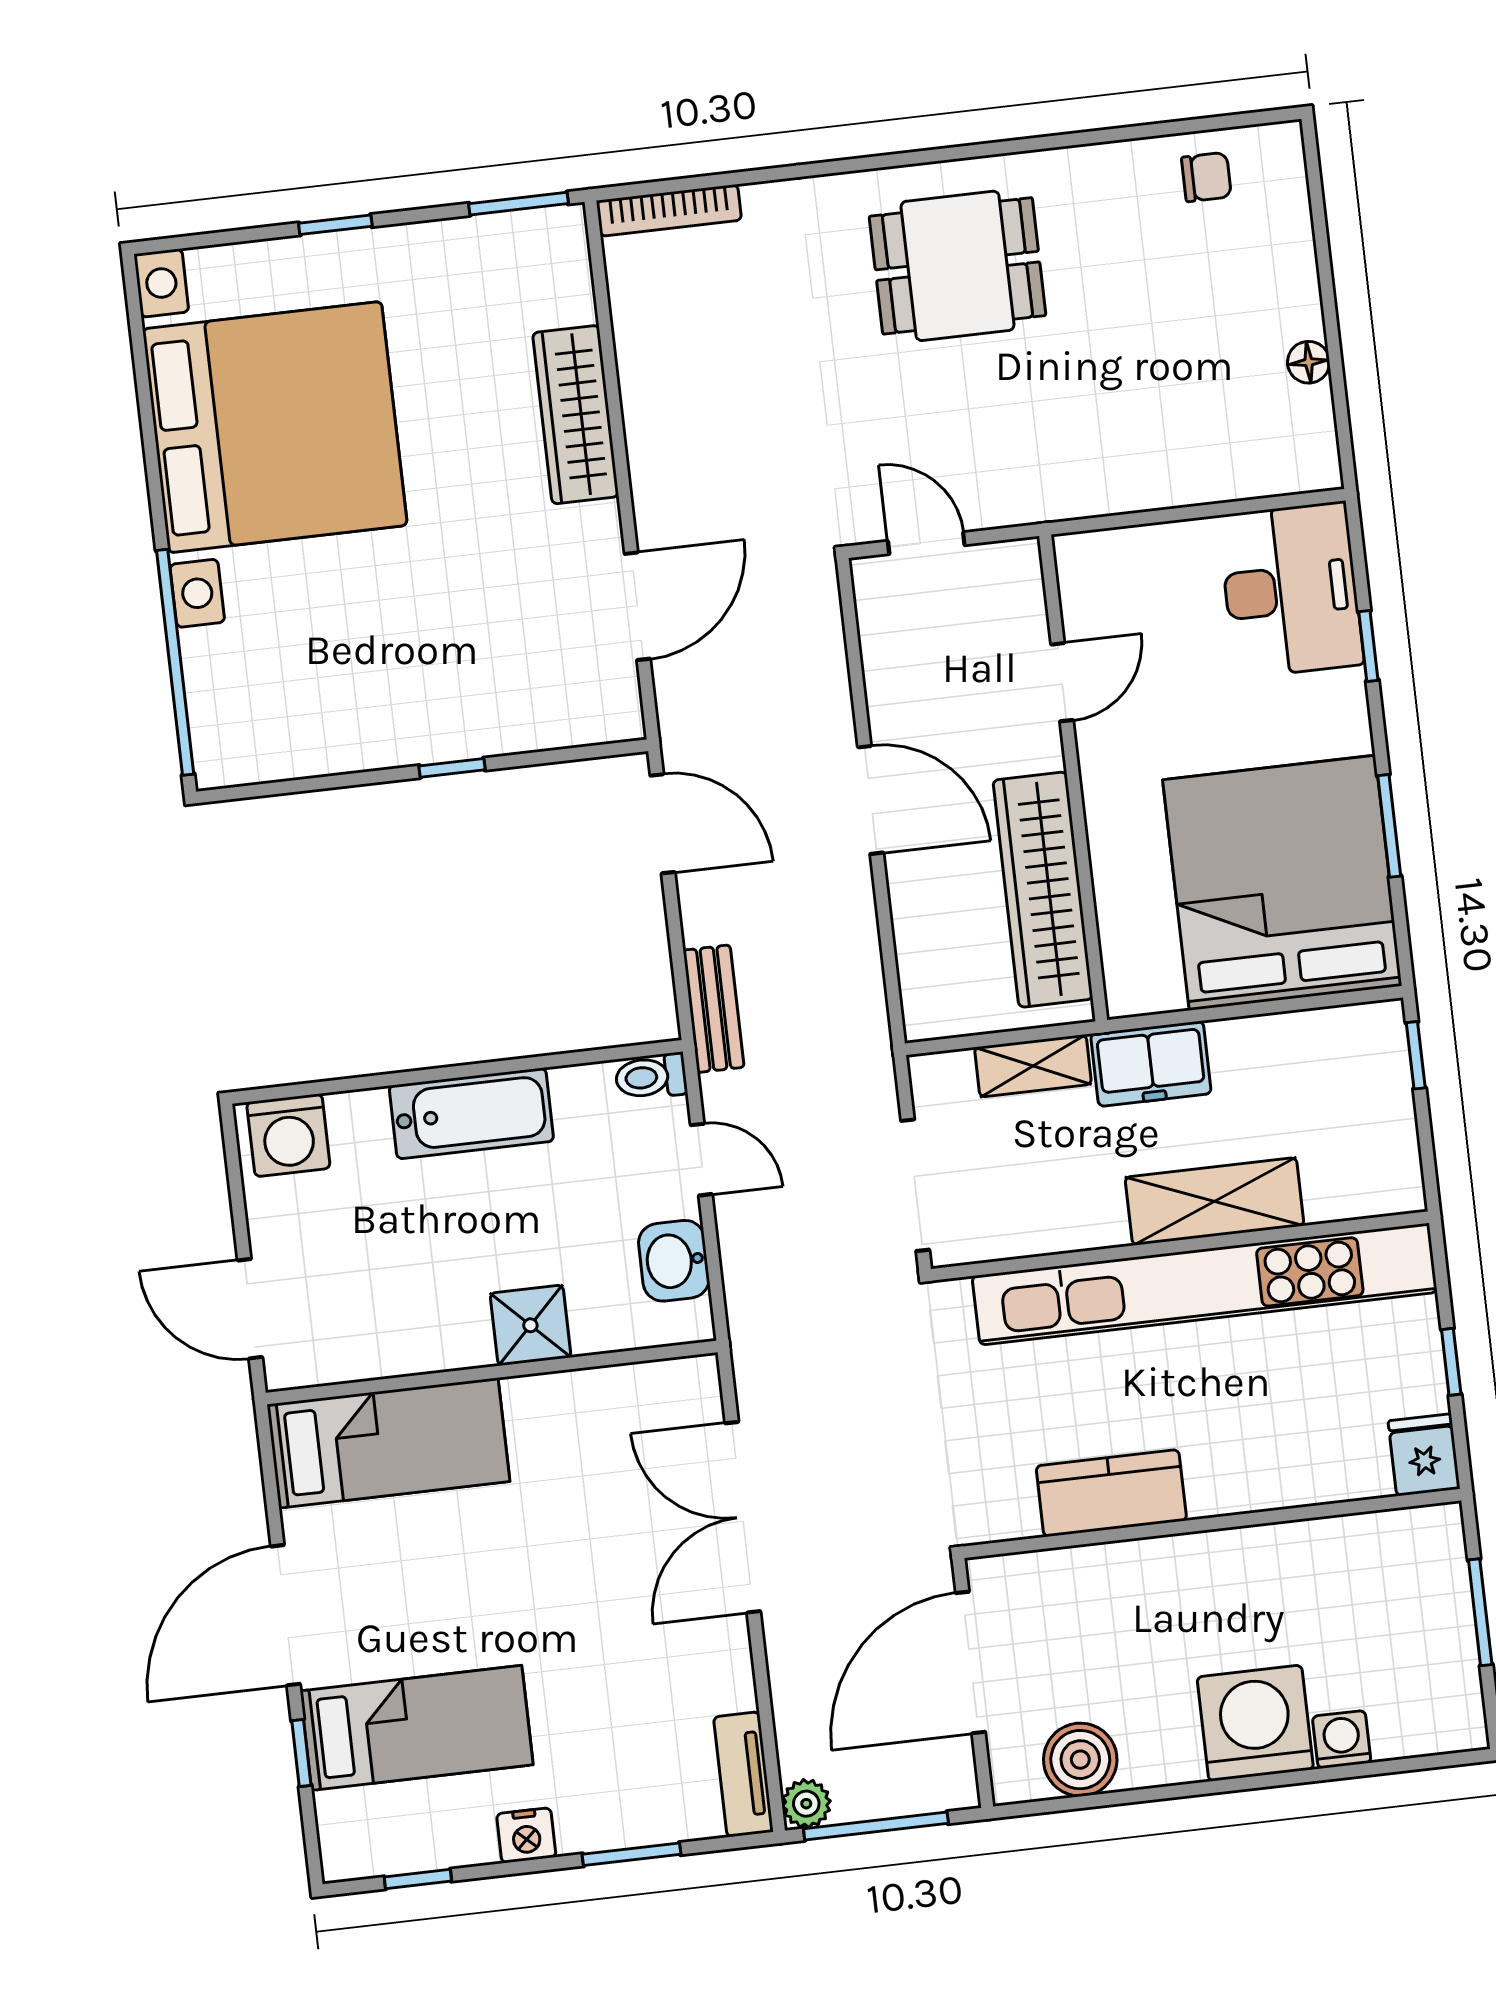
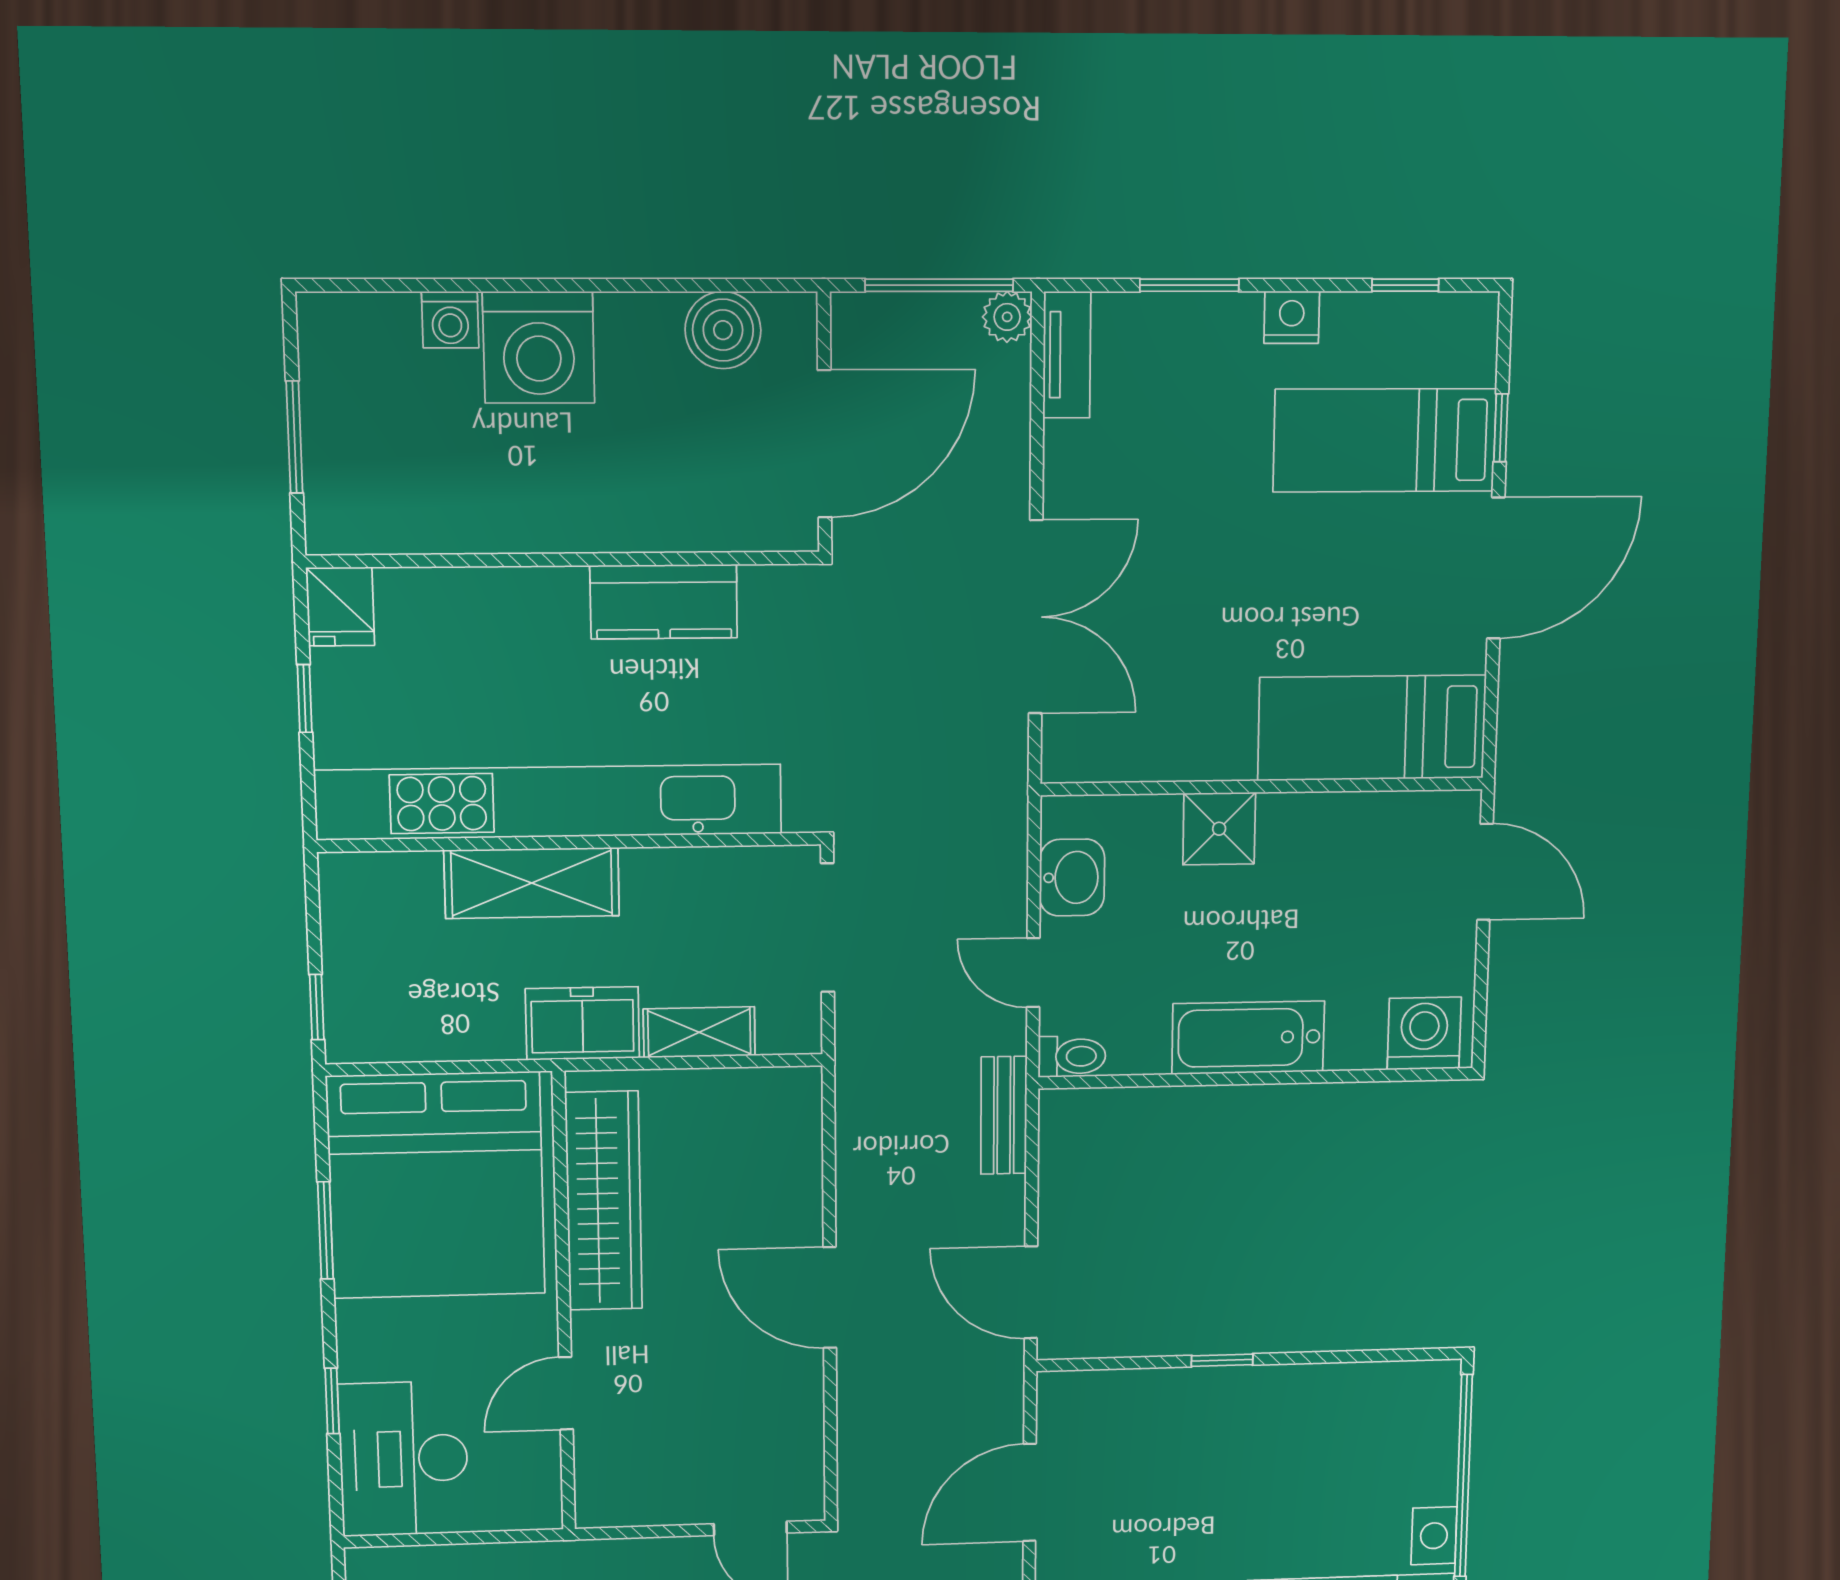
door: (1062, 682) -> (566, 1393), moved
wall: (1073, 778) -> (564, 1303), moved
wardrobe: (1043, 890) -> (604, 1201), moved

